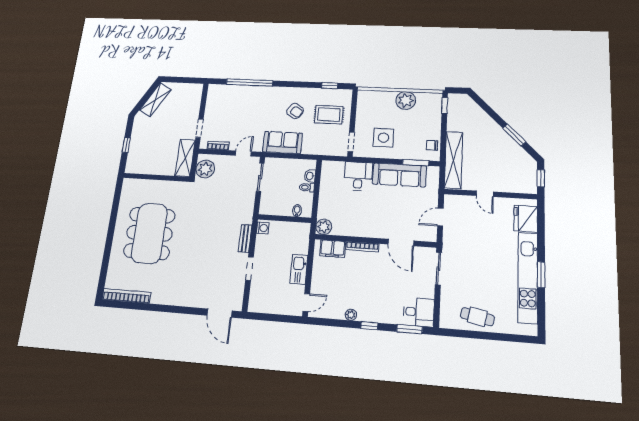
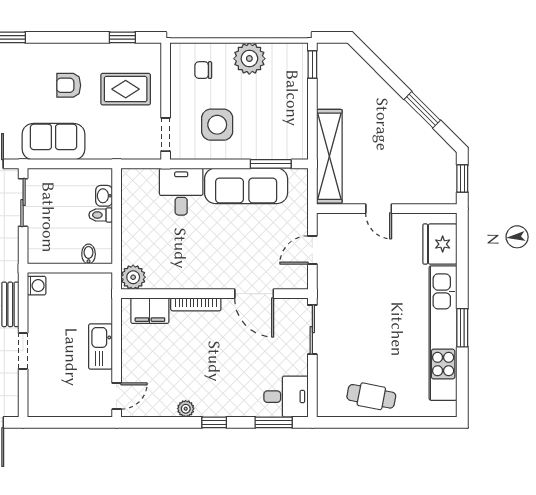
armchair: (295, 111) -> (69, 85), turned 147
chair: (432, 145) -> (203, 70), moved

